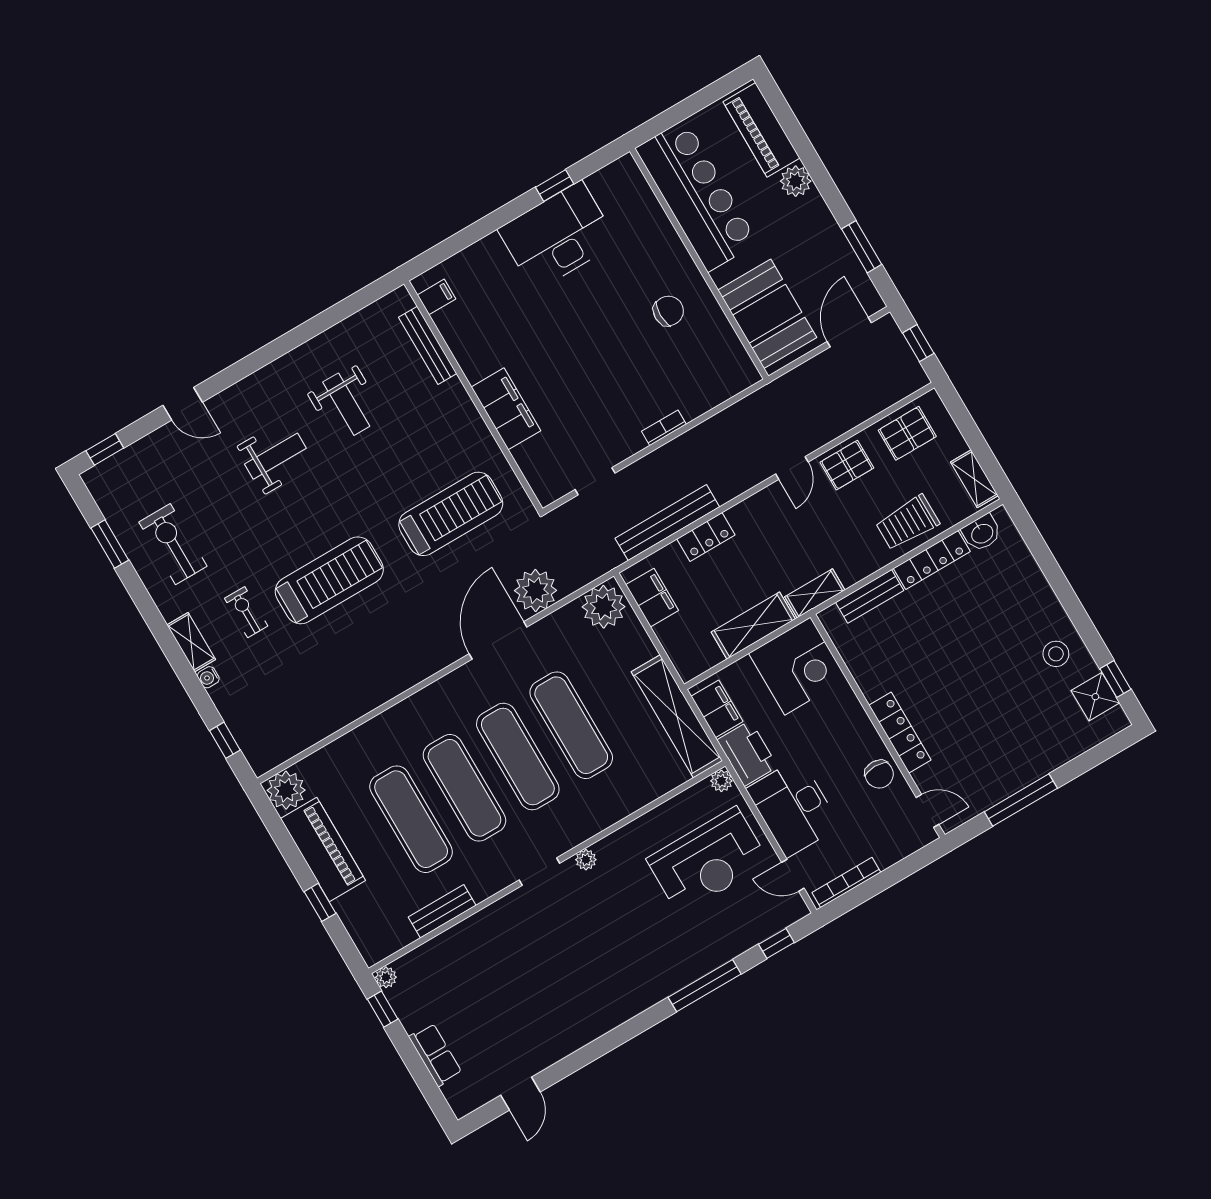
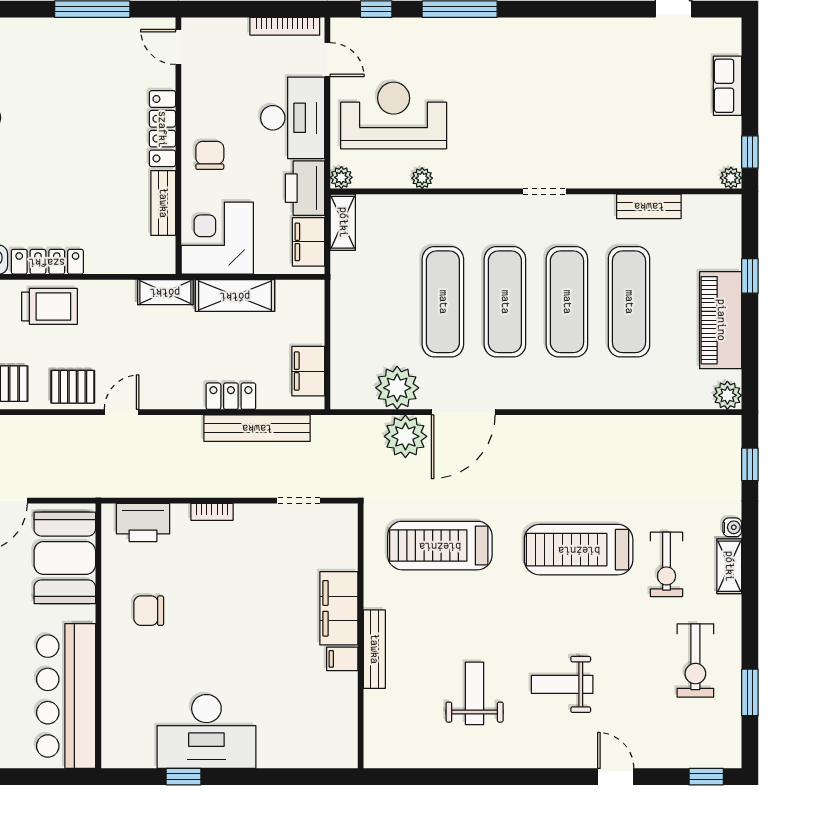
filing cabinet: (436, 297) -> (342, 659), moved
bench: (428, 345) -> (374, 649), moved
printer: (718, 384) -> (143, 522), added
bench: (870, 596) -> (163, 203), moved, turned 90
plant: (604, 607) -> (397, 388), moved
exercise bike: (246, 612) -> (667, 564), width x1.38, depth x1.39
shelving: (677, 716) -> (343, 222), width x0.45, depth x0.75
chair: (879, 774) -> (210, 155), moved
plant: (286, 790) -> (727, 395), width x0.73, depth x0.73
plant: (586, 860) -> (422, 178), moved

